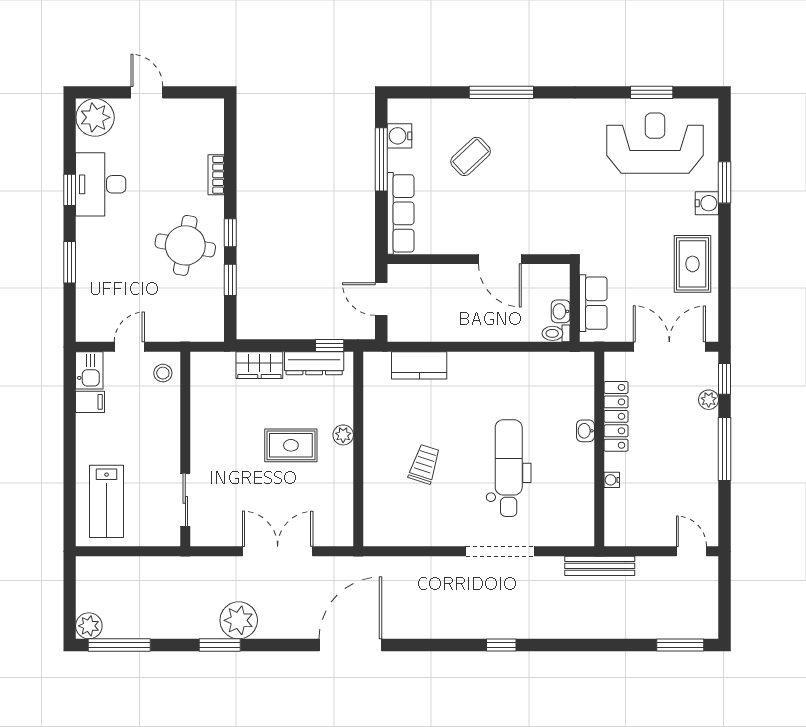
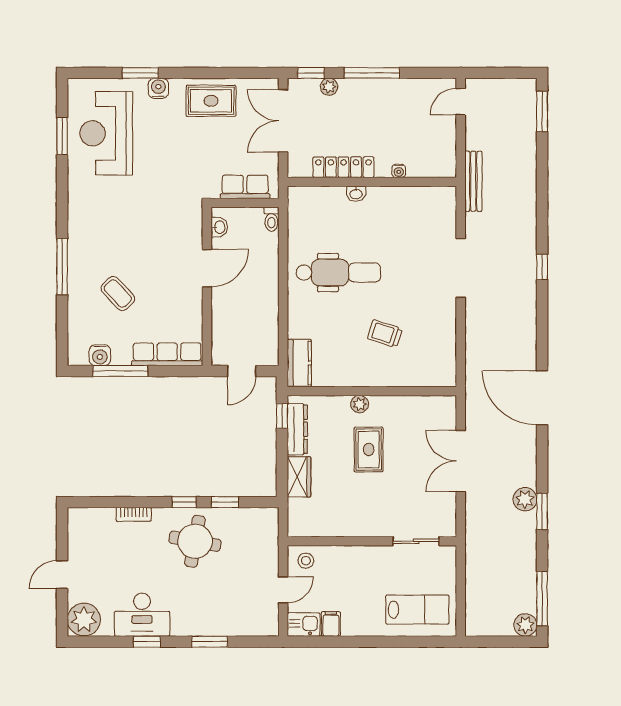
washbasin: (561, 311) -> (219, 227), moved, turned -90
door: (129, 347) -> (283, 590), swing flipped
kitchen counter: (419, 365) -> (299, 363), moved
dental chair: (509, 468) -> (338, 273), moved, turned 180
plant: (239, 620) -> (525, 499), width x0.73, depth x0.73

